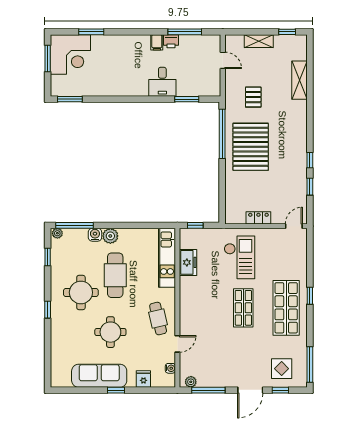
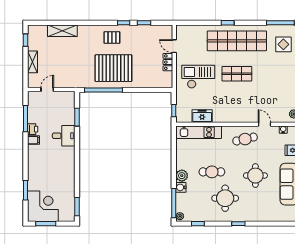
pallet: (253, 97) -> (112, 38), moved
door: (294, 226) -> (174, 46), moved
cafe table: (115, 275) -> (212, 172), width x0.73, depth x0.74
shop shelf: (286, 308) -> (237, 41), width x1.40

